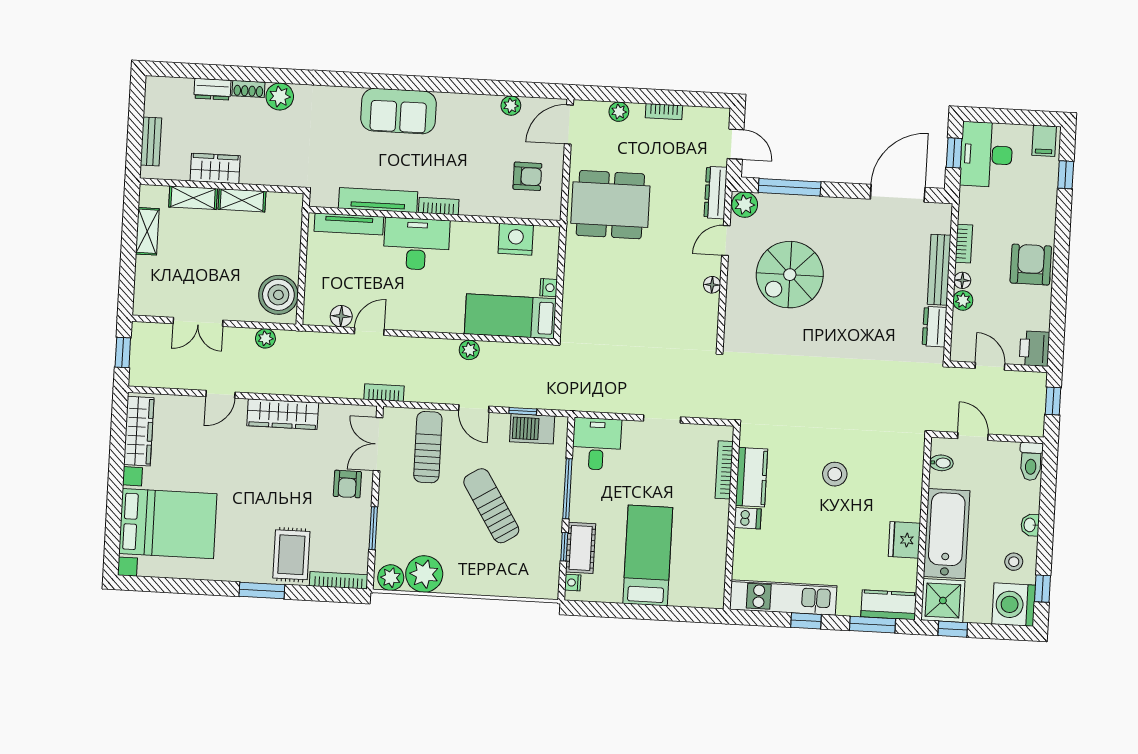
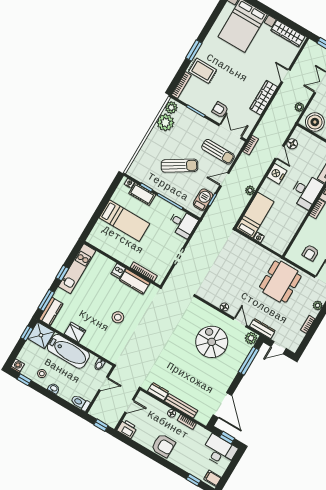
nightstand: (516, 239) -> (277, 174), moved, turned 180
plant: (963, 300) -> (163, 409), removed
washing machine: (1014, 605) -> (17, 366), width x0.53, depth x0.53

